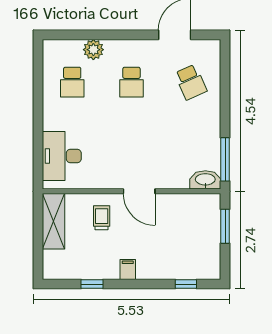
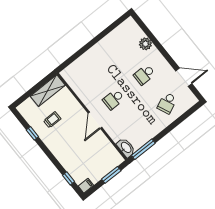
school desk: (72, 82) -> (114, 99), moved
desk: (62, 156) -> (82, 70), removed
trolley: (102, 218) -> (52, 120), moved
filing cabinet: (128, 269) -> (86, 186), moved

